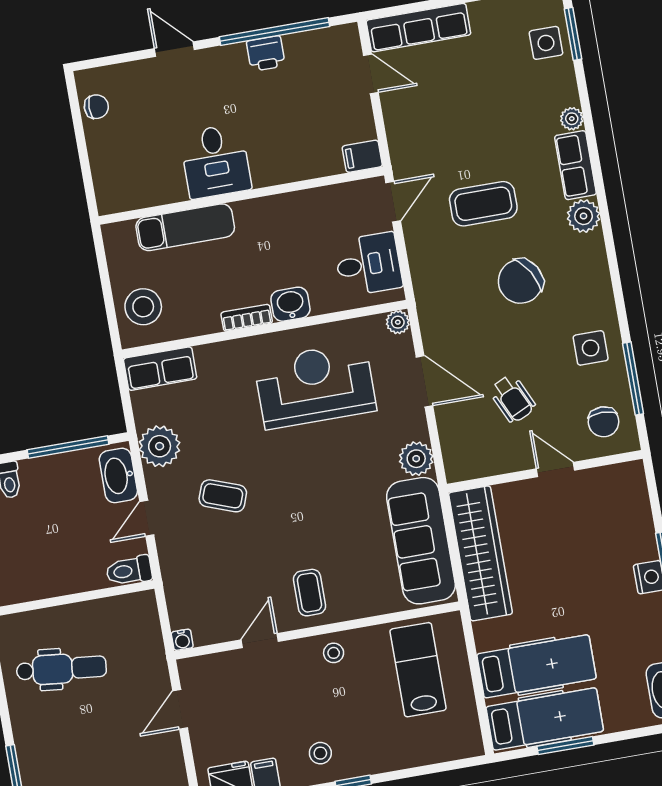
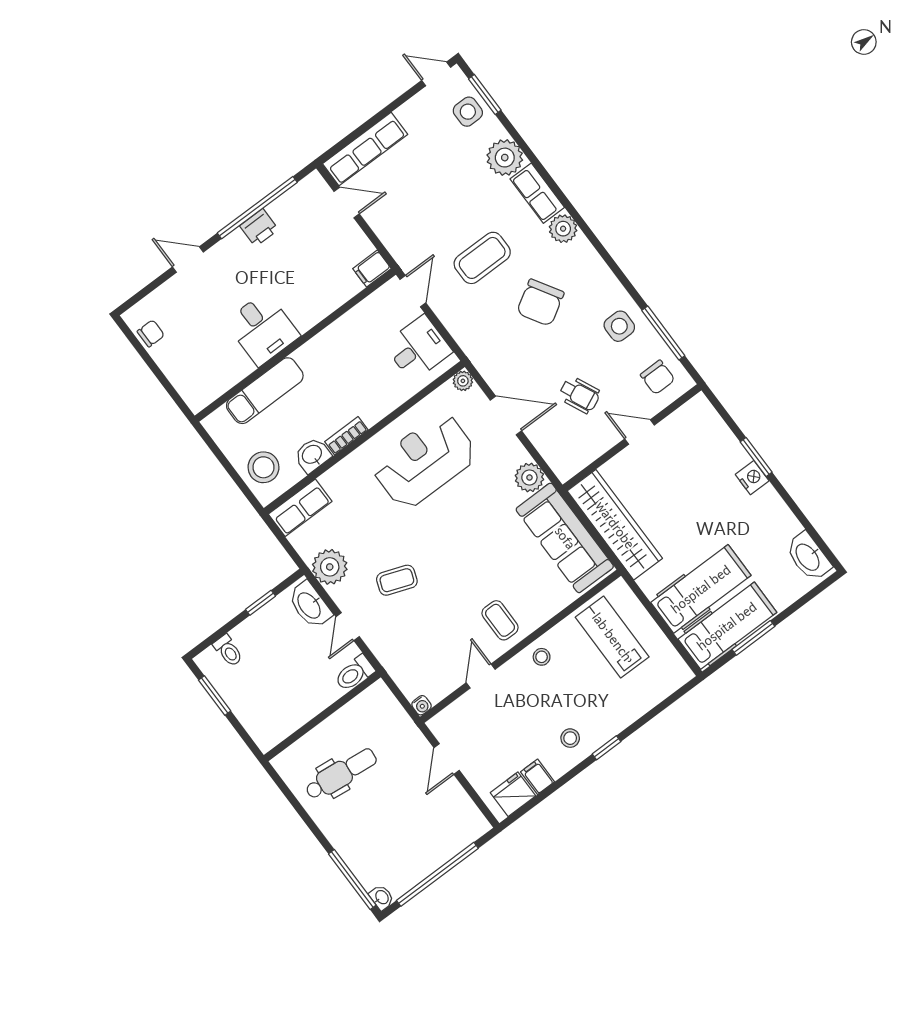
plant: (572, 119) -> (505, 158), width x1.87, depth x1.87
washbasin: (290, 304) -> (312, 455), moved
window: (68, 447) -> (260, 603), width x0.46

